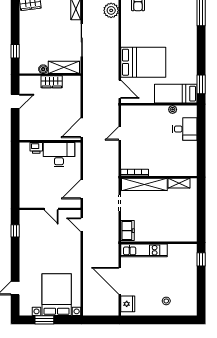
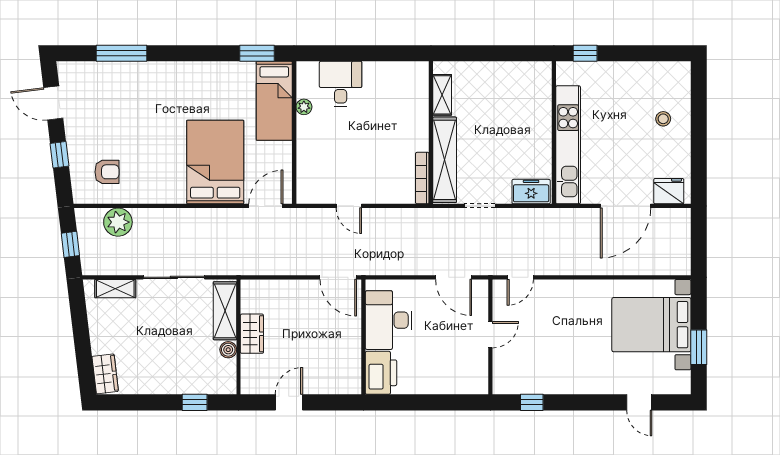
door: (15, 101) -> (289, 402), hinge flipped
printer: (36, 148) -> (381, 373), width x1.87, depth x1.48
kitchen unit: (144, 250) -> (568, 145), width x1.36

